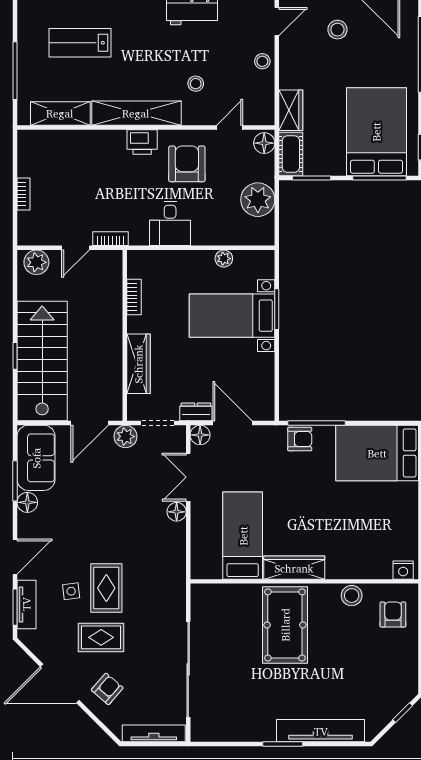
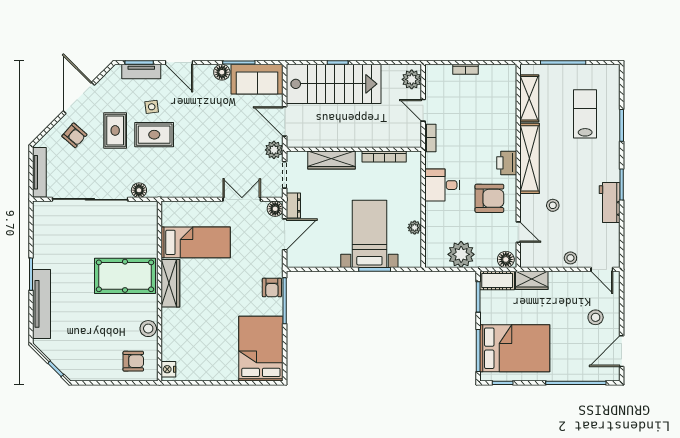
bookcase: (134, 297) -> (384, 157), width x1.56
floor lamp: (177, 512) -> (139, 190), moved

